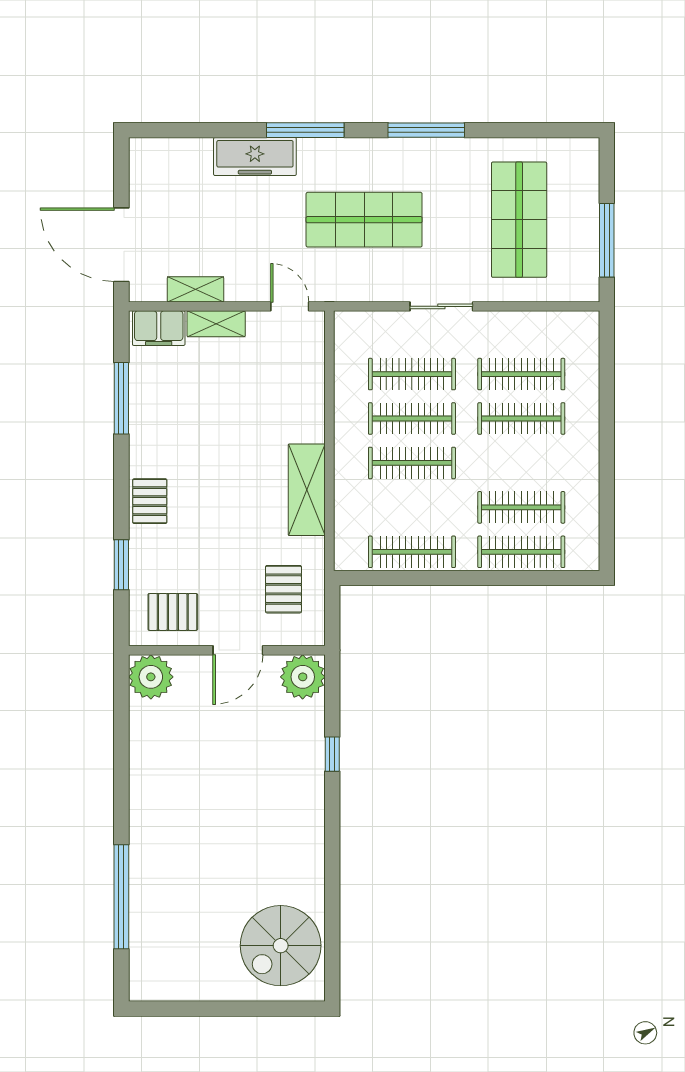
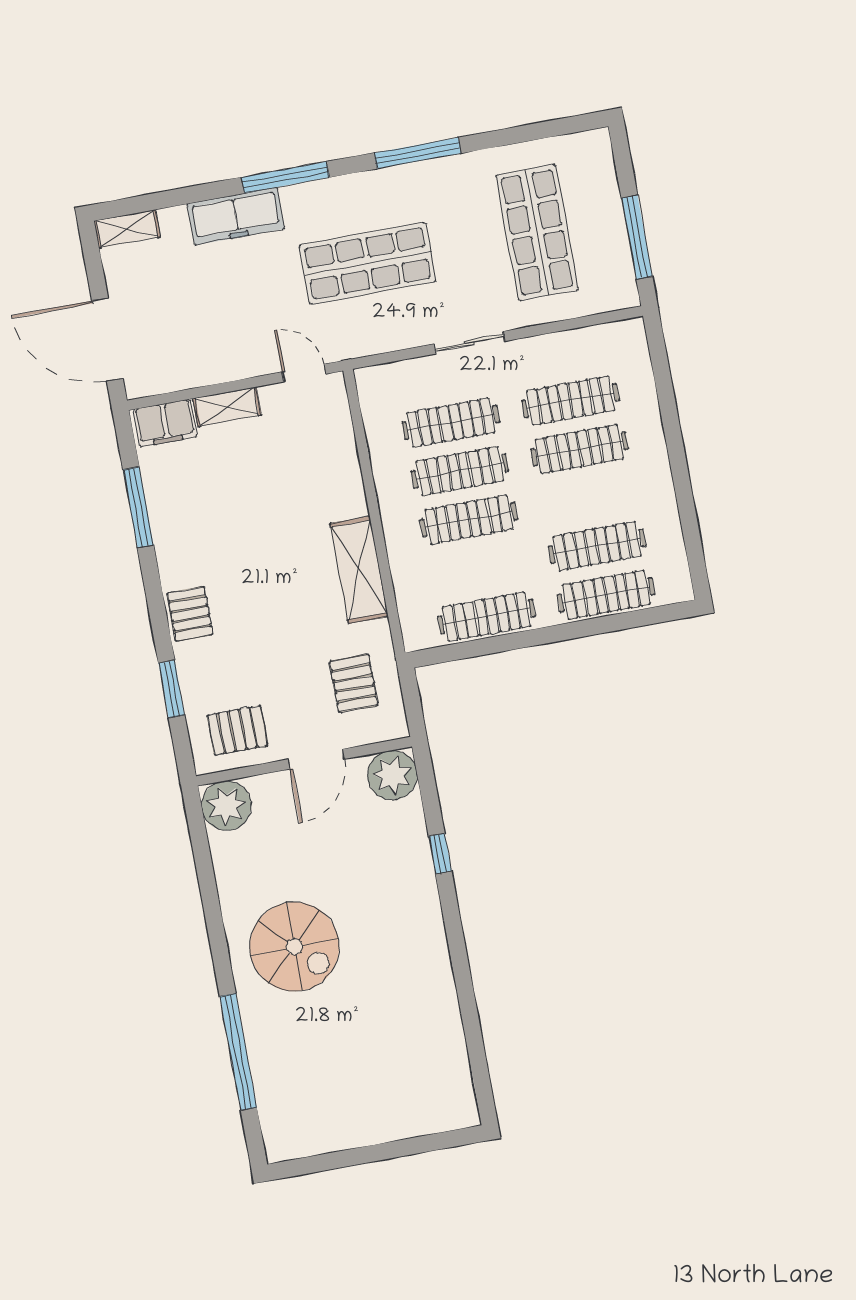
shelving: (196, 289) -> (127, 229), moved
spiral stairs: (281, 946) -> (294, 947), moved, turned -90

